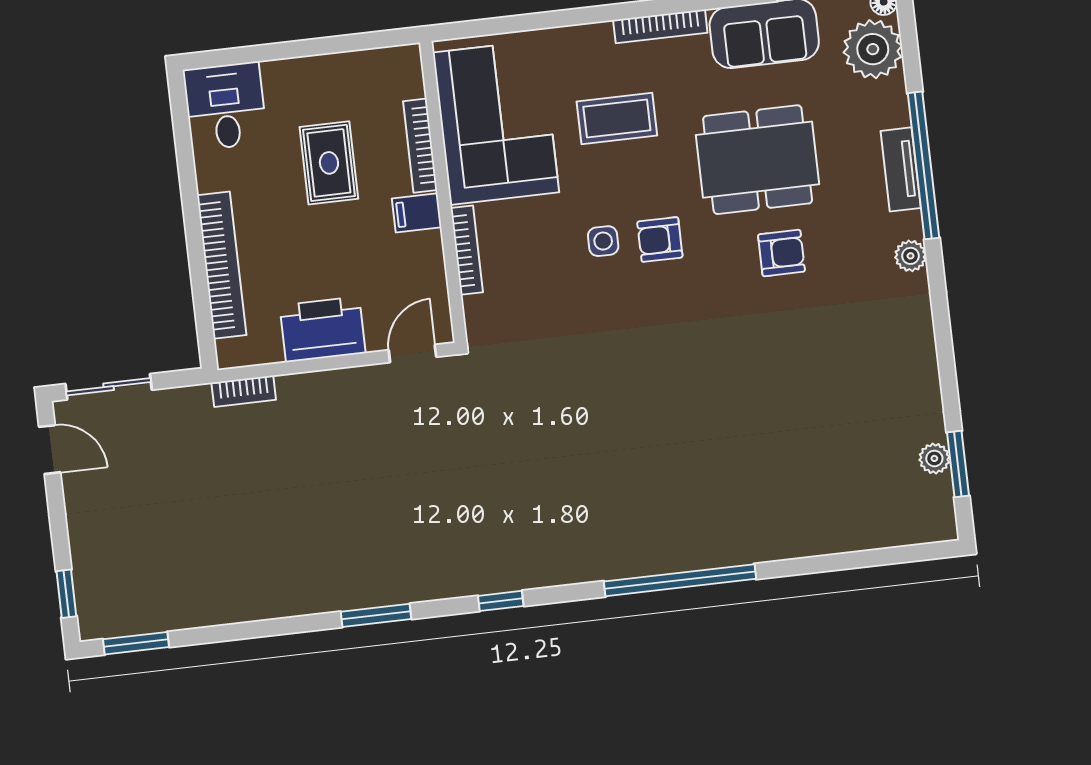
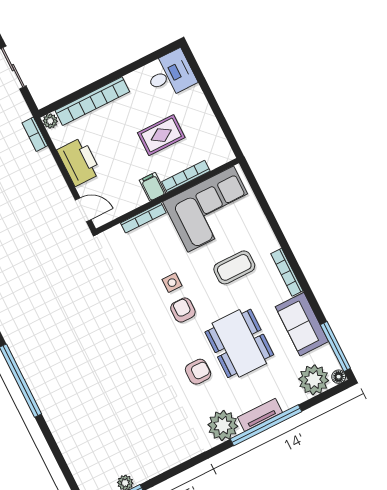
coffee table: (617, 118) -> (234, 267), turned 90
armchair: (781, 253) -> (198, 372), turned -90
plant: (911, 256) -> (223, 425), width x1.88, depth x1.88
plant: (230, 355) -> (50, 121), added

